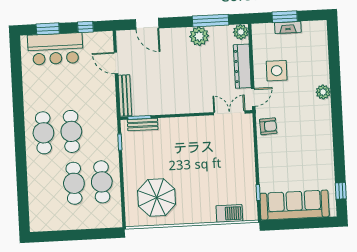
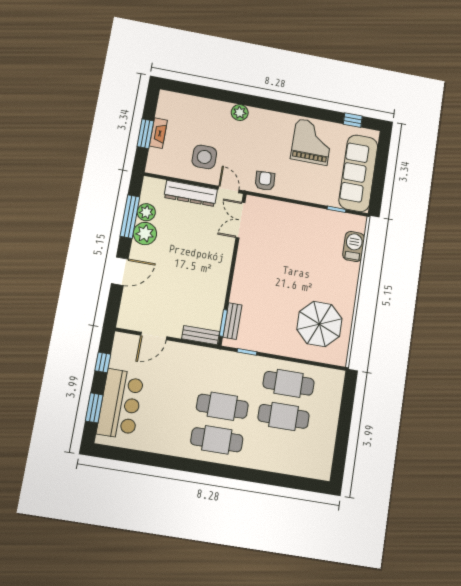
door: (147, 24) -> (120, 271), moved
plant: (241, 32) -> (146, 212), moved
bench: (125, 95) -> (201, 335), width x0.73
grand piano: (312, 159) -> (312, 142), added

